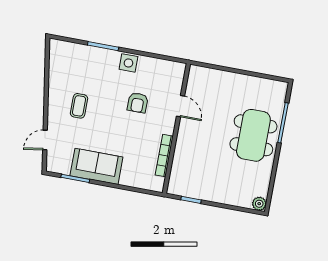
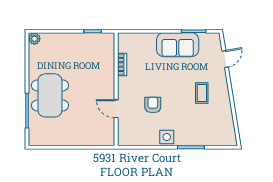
bookcase: (164, 156) -> (122, 64), width x0.64

